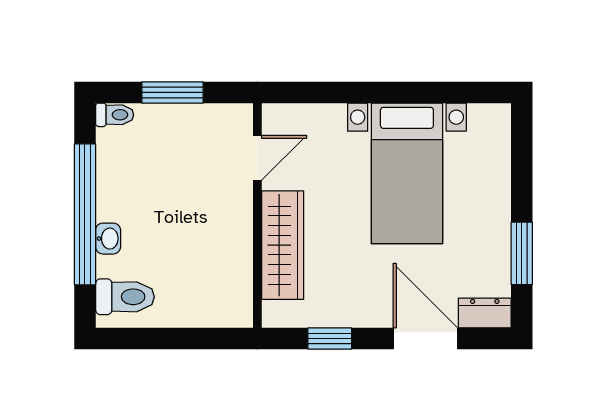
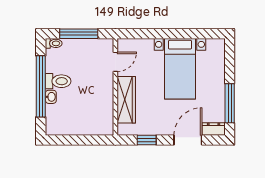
window: (172, 92) -> (79, 34), width x1.44
window: (522, 253) -> (230, 103), width x1.44
toilet: (125, 297) -> (58, 81), moved
door: (425, 338) -> (188, 140), hinge flipped

